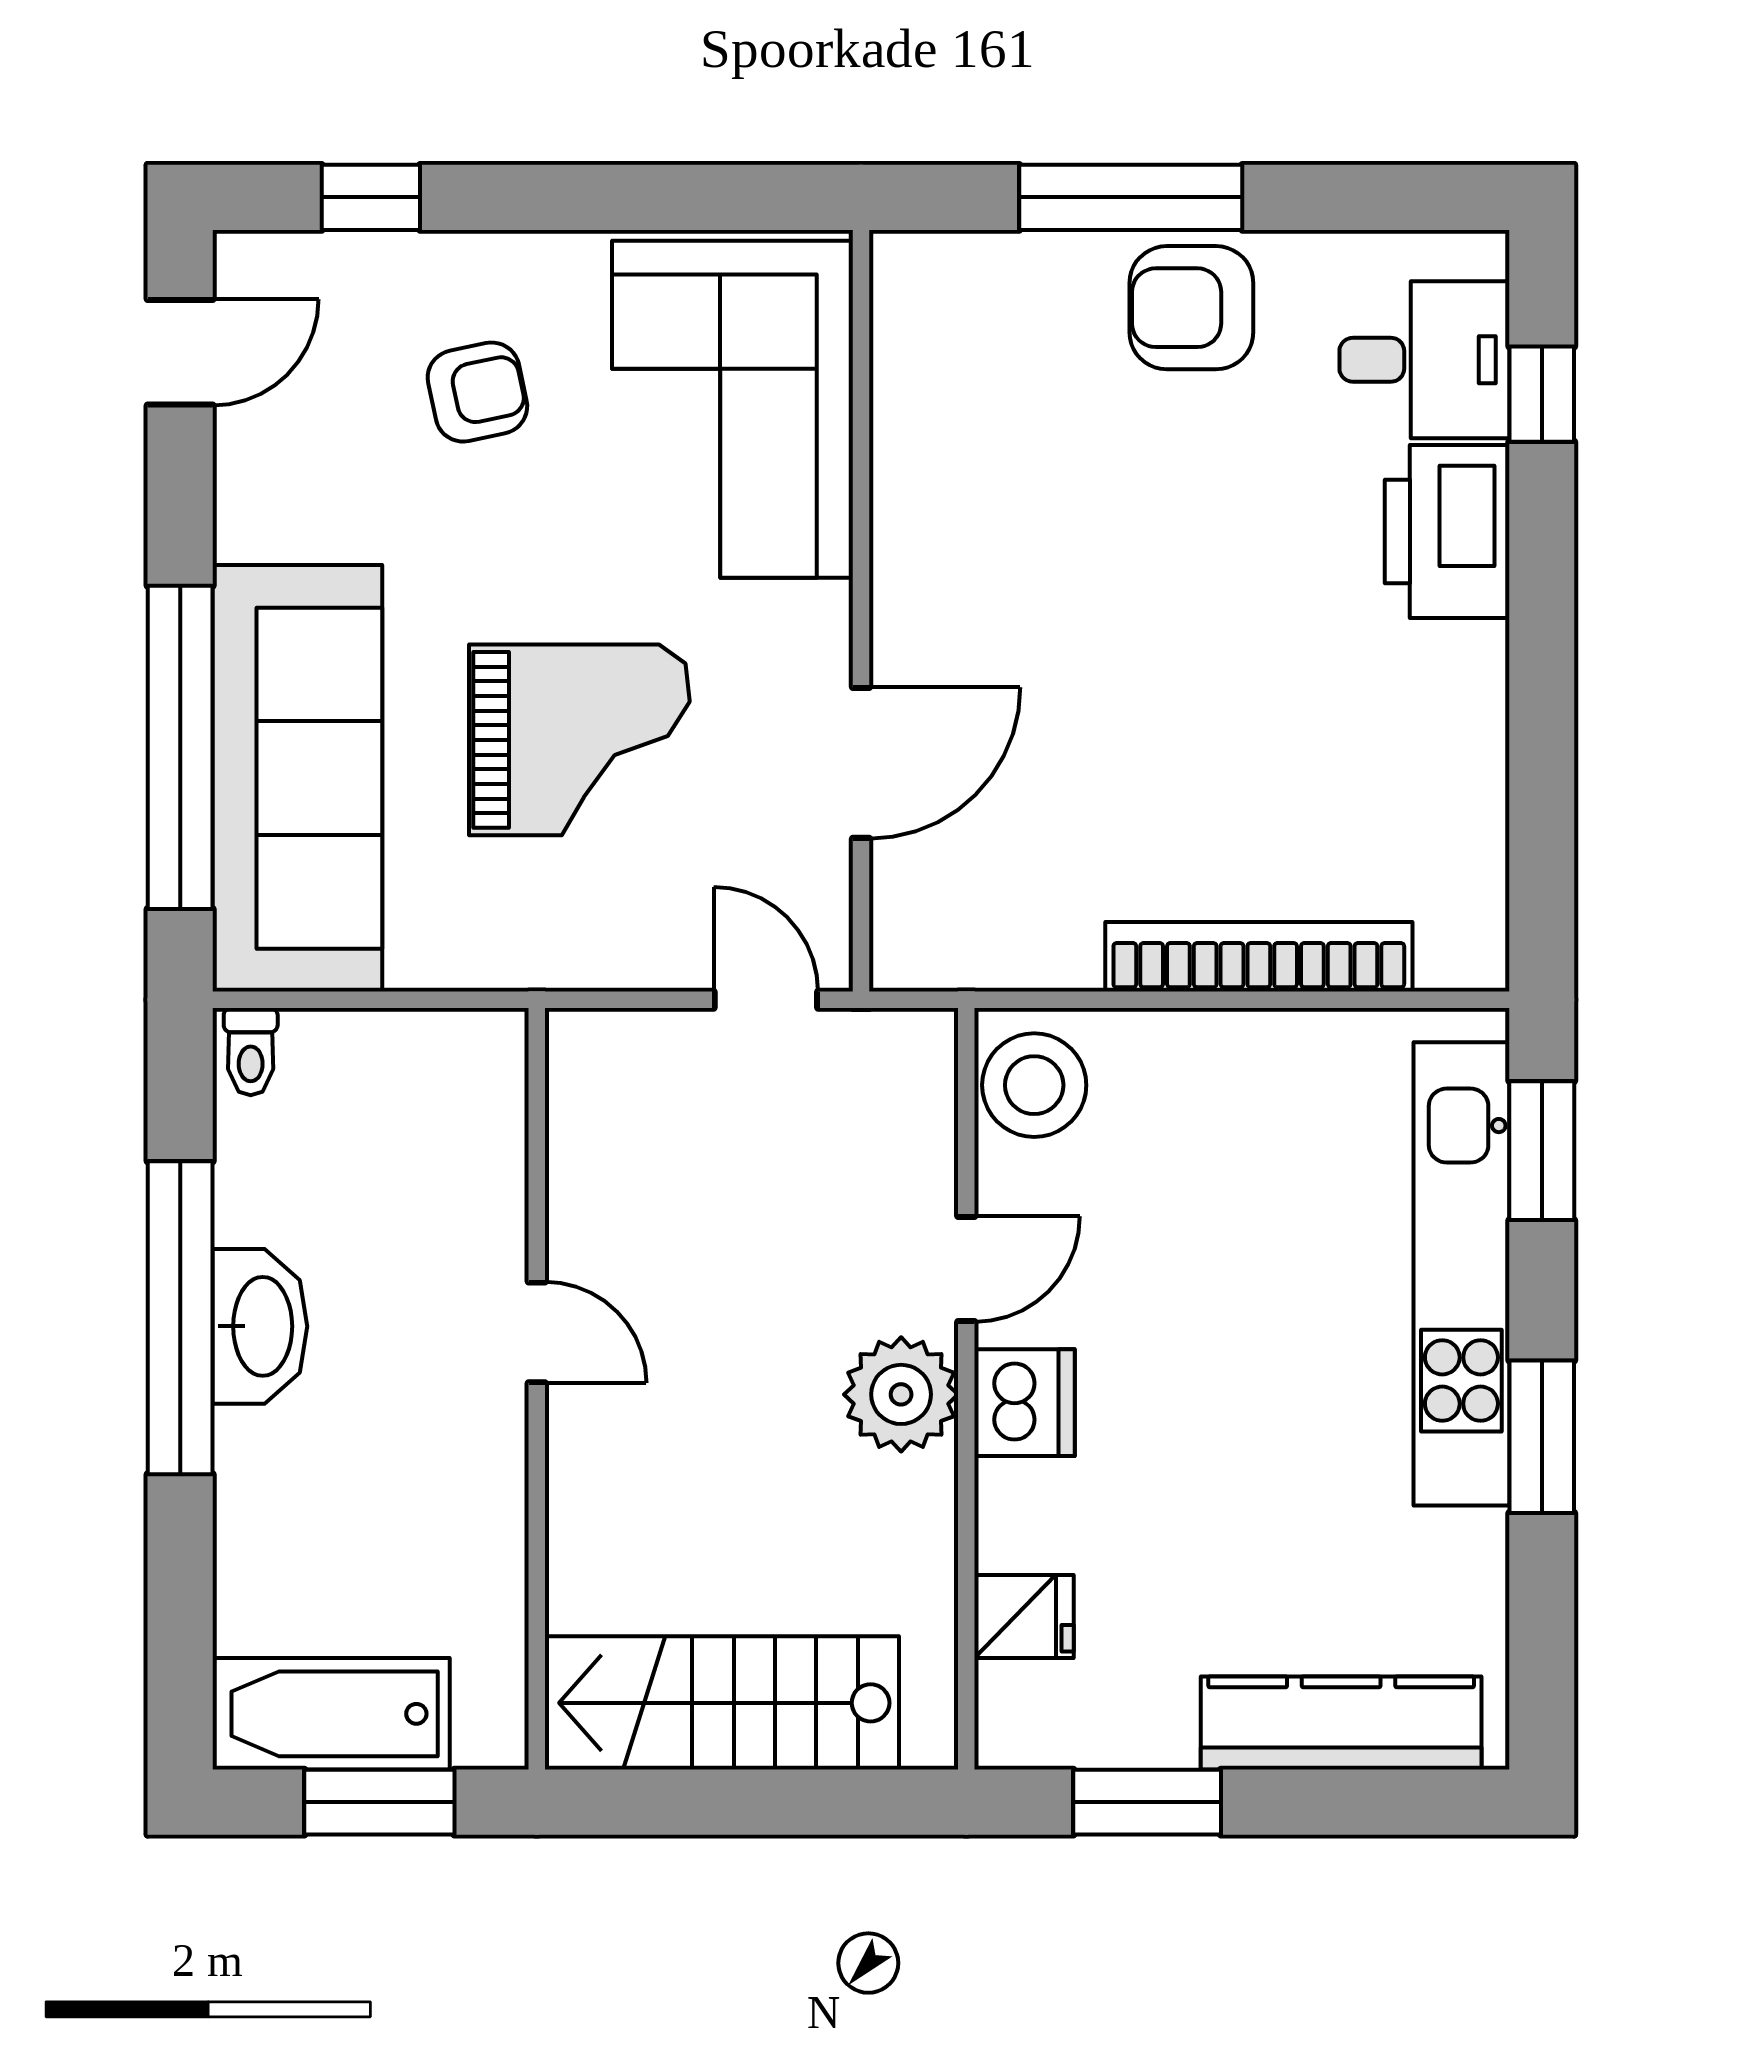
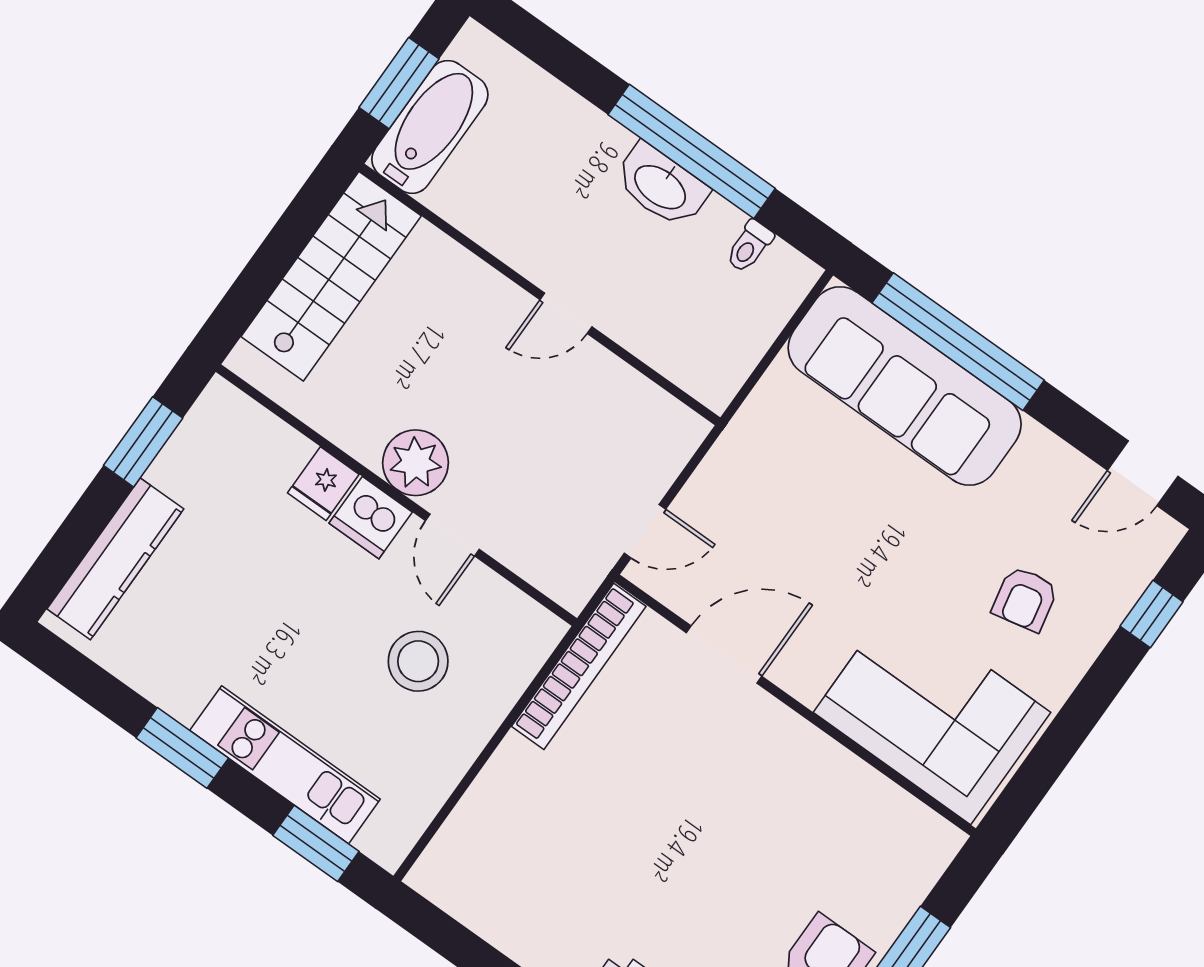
door: (180, 352) -> (1143, 473), hinge flipped
grand piano: (579, 740) -> (829, 531), removed
door: (861, 763) -> (724, 654), swing flipped
bookcase: (1259, 957) -> (579, 666), moved
toilet: (251, 1052) -> (749, 246), moved, turned -90
stool: (1034, 1085) -> (418, 661), moved
kitchen unit: (1461, 1274) -> (285, 765), width x0.73
fridge: (1024, 1617) -> (323, 484), moved
bathtub: (331, 1714) -> (430, 127), moved

